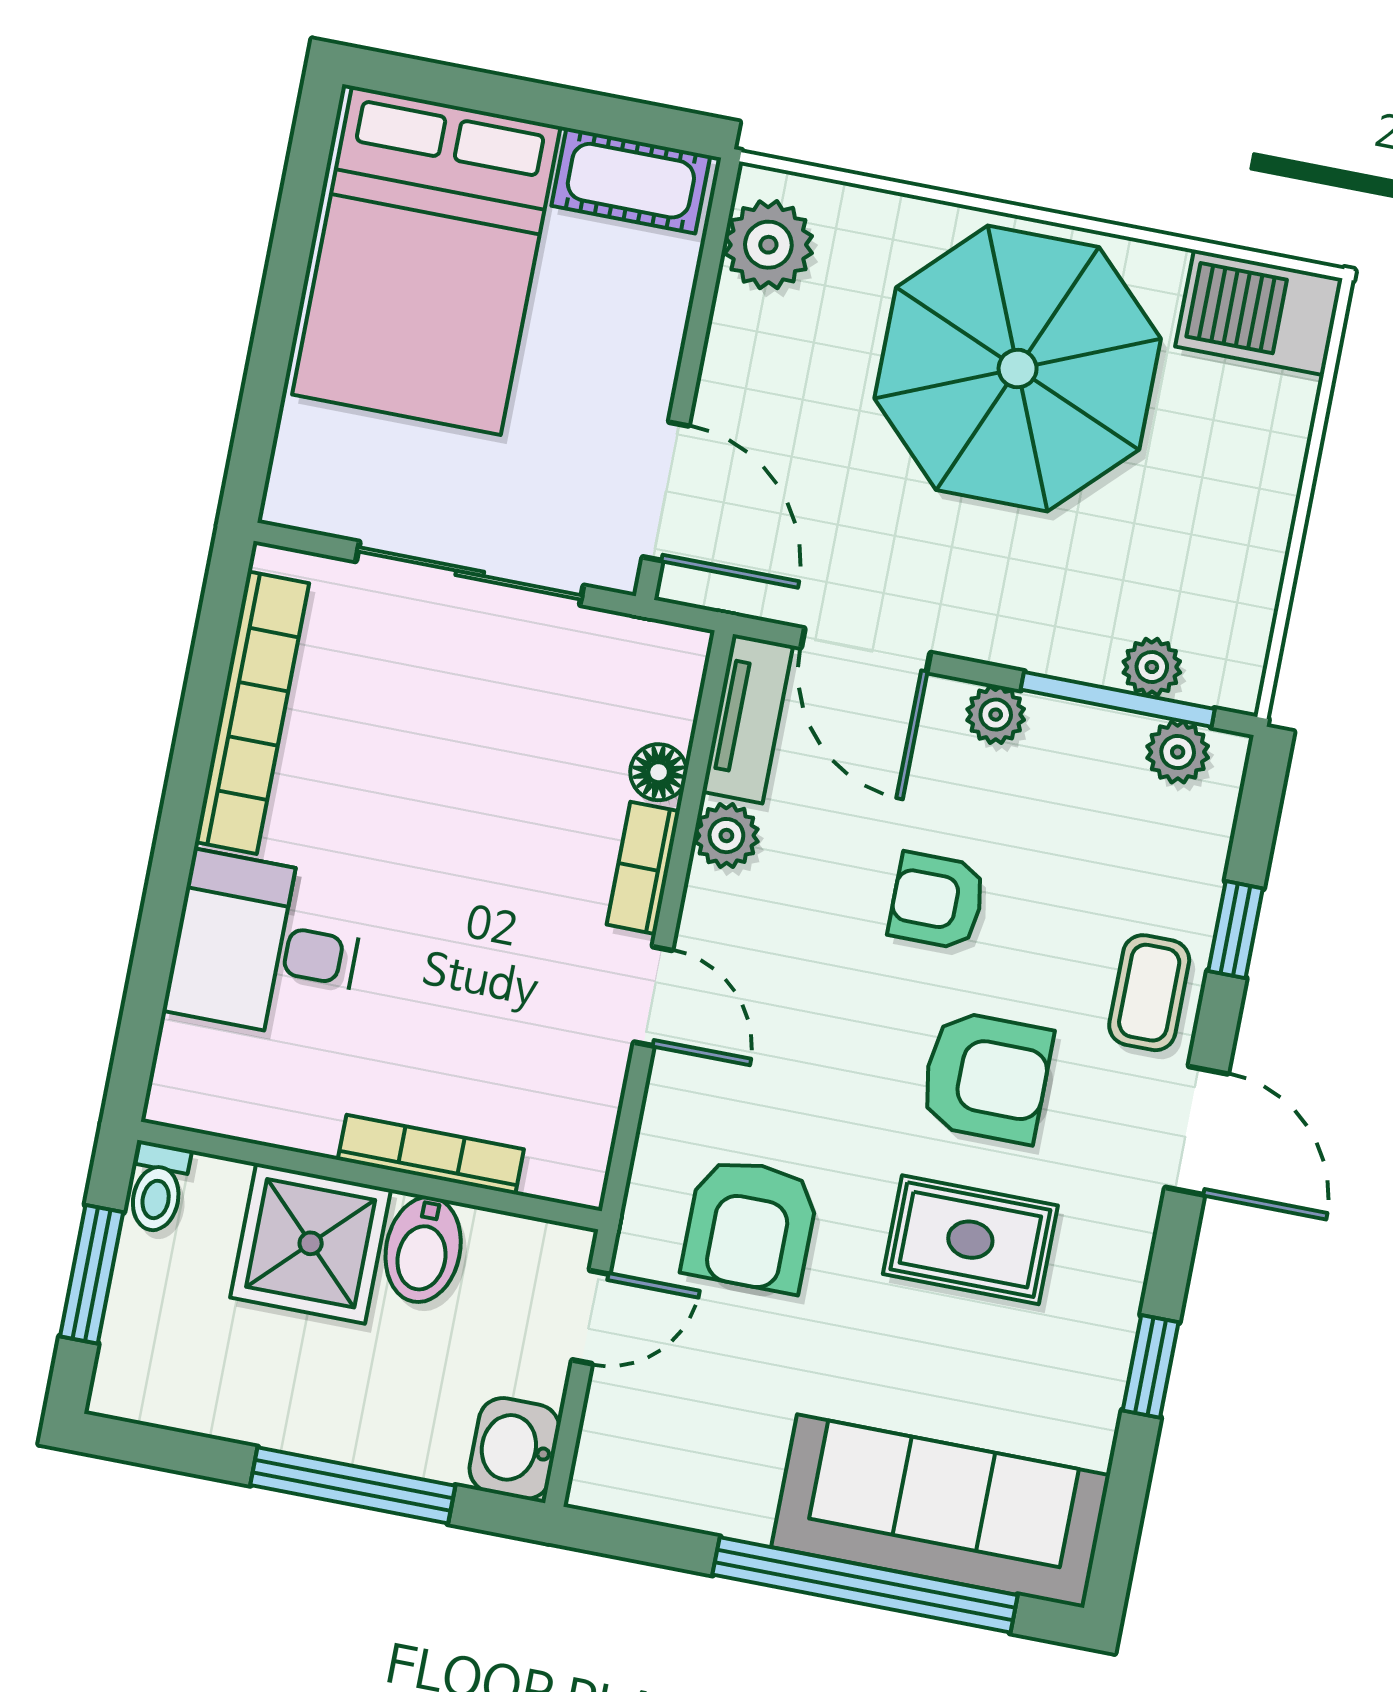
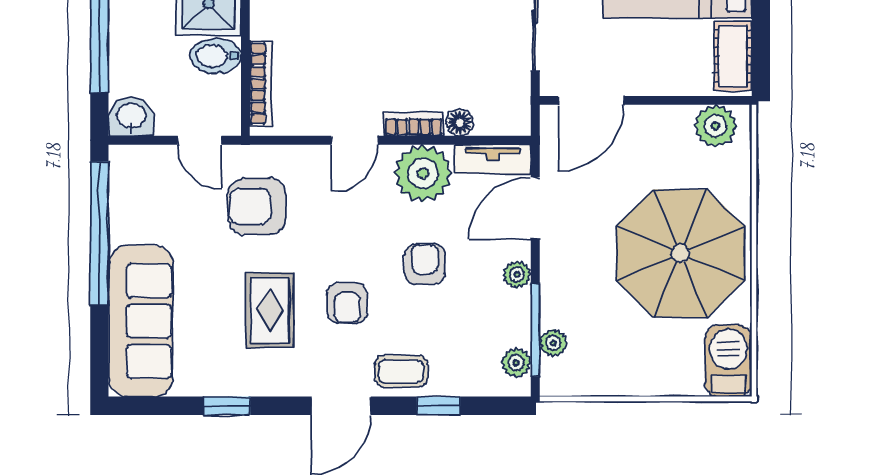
plant: (726, 836) -> (423, 173), width x1.88, depth x1.88
armchair: (986, 1077) -> (347, 303), width x0.72, depth x0.72
bookcase: (431, 1154) -> (261, 84), moved
window: (865, 1585) -> (99, 234), moved

